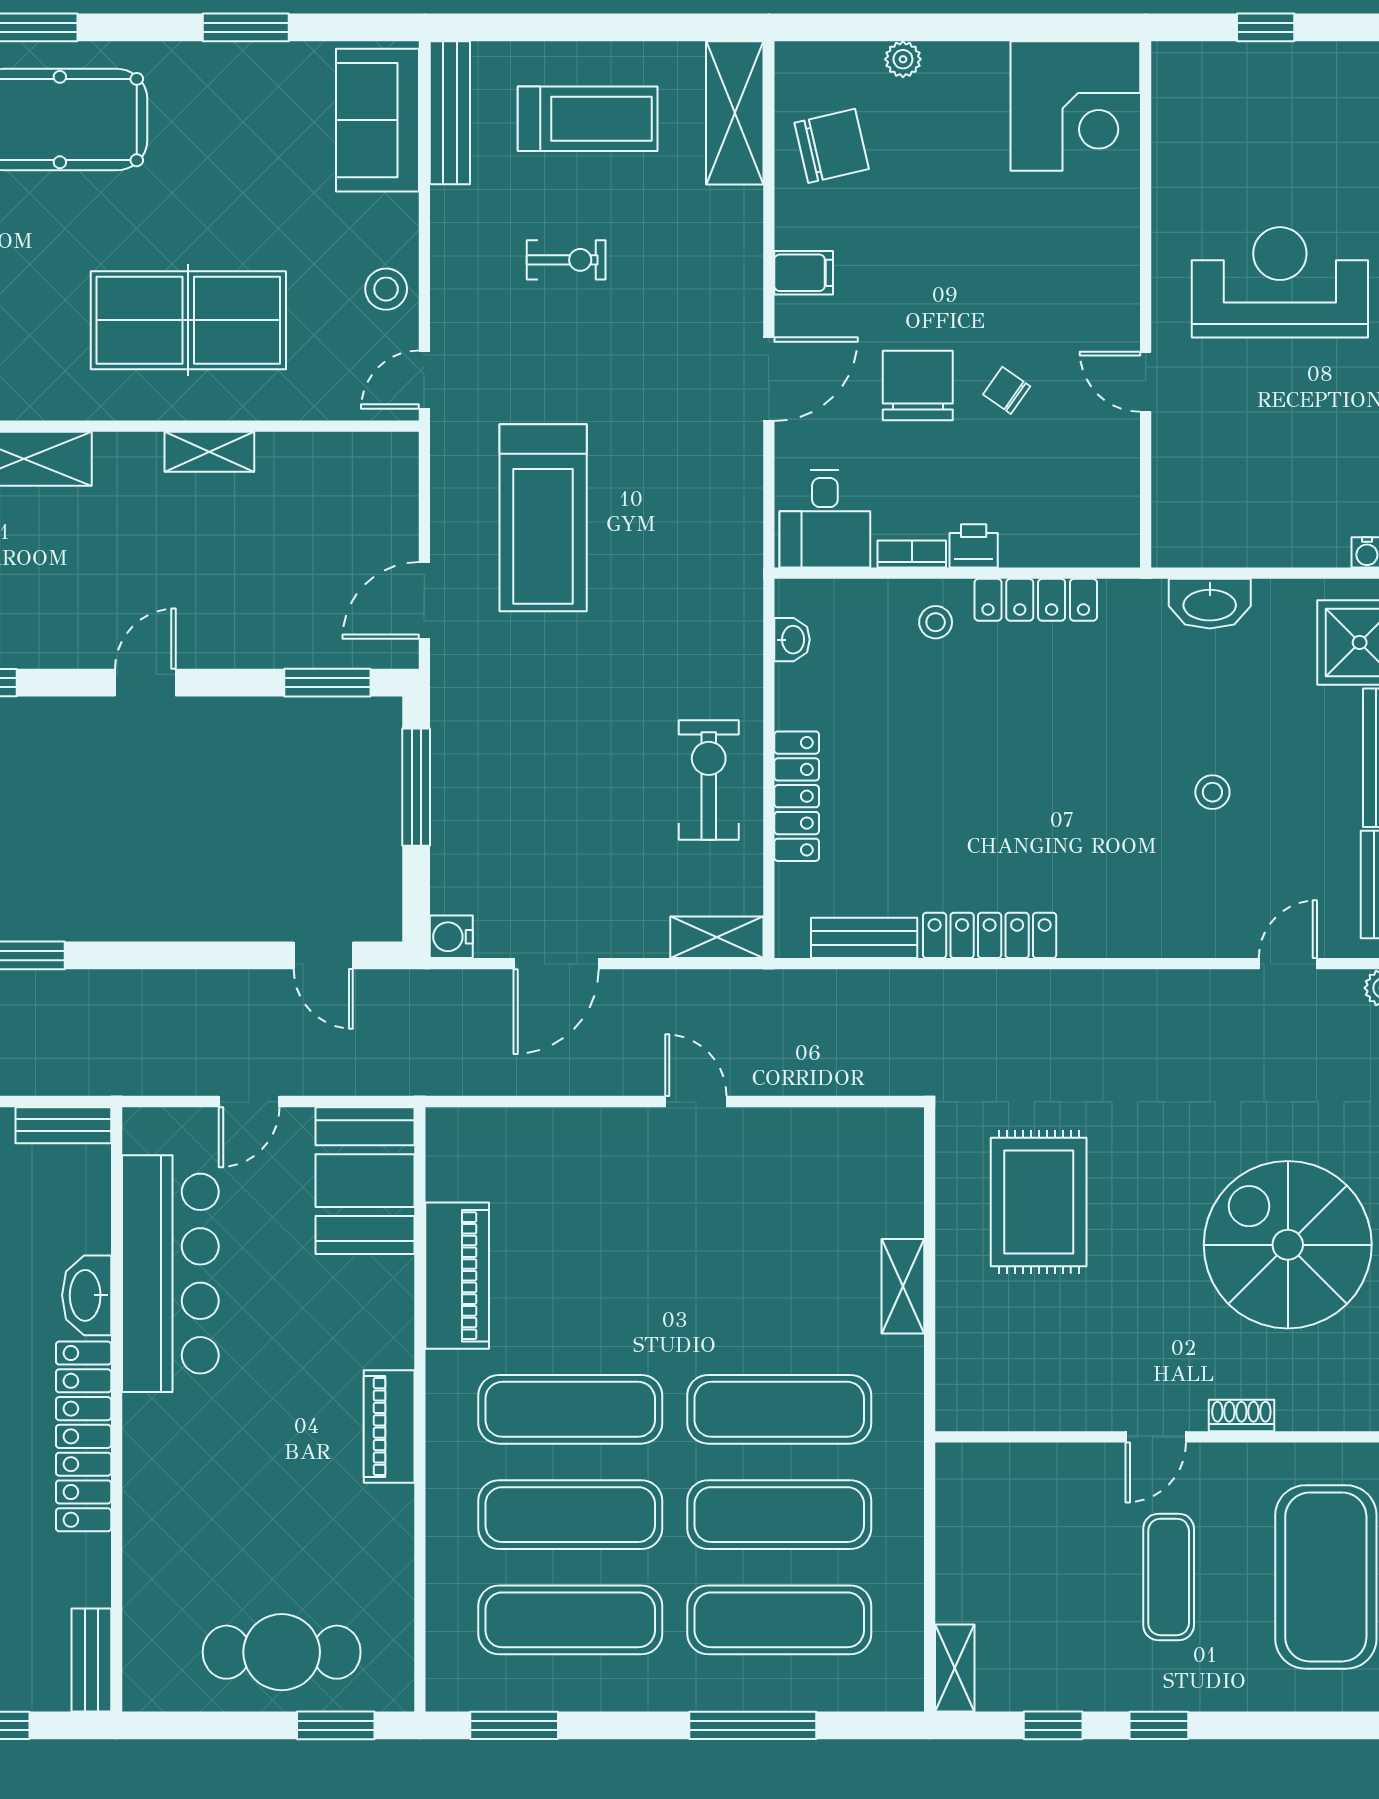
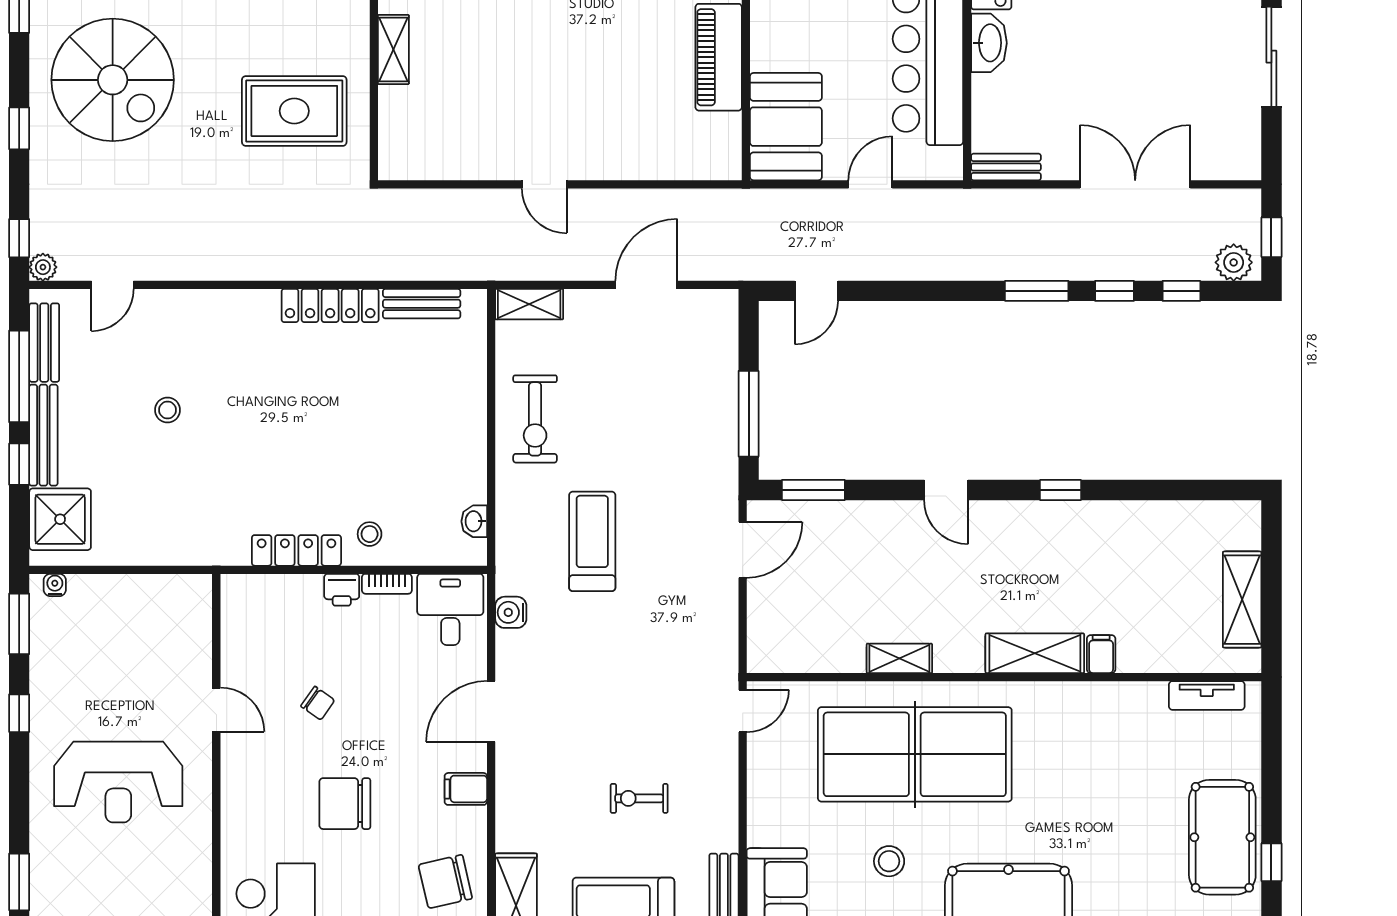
stool: (386, 289) -> (889, 861), moved
table tennis table: (188, 320) -> (915, 754), width x1.36, depth x1.32
chair: (918, 386) -> (345, 804), moved, turned 90
treadmill: (543, 518) -> (592, 541), moved, width x0.73, depth x0.73
washbasin: (1210, 604) -> (170, 548), removed
door: (145, 683) -> (946, 490), hinge flipped
locker: (797, 796) -> (471, 407), removed
water cooler: (451, 937) -> (511, 612), moved, turned 180
door: (323, 955) -> (816, 291), swing flipped
rug: (1039, 1202) -> (294, 111), turned 90

